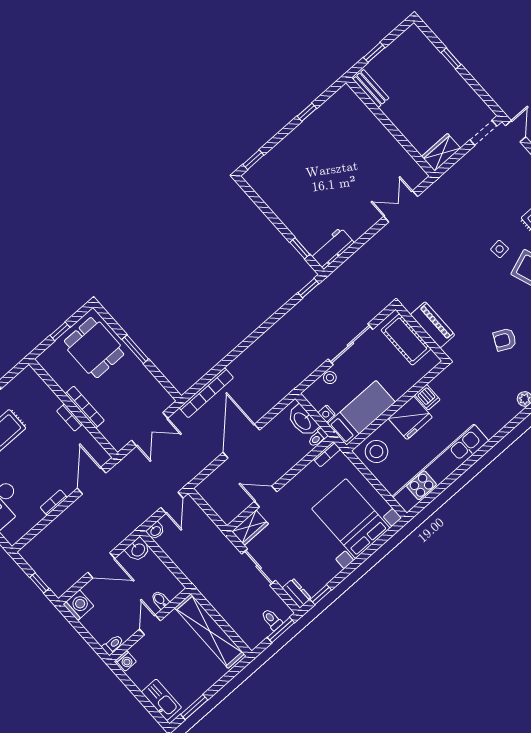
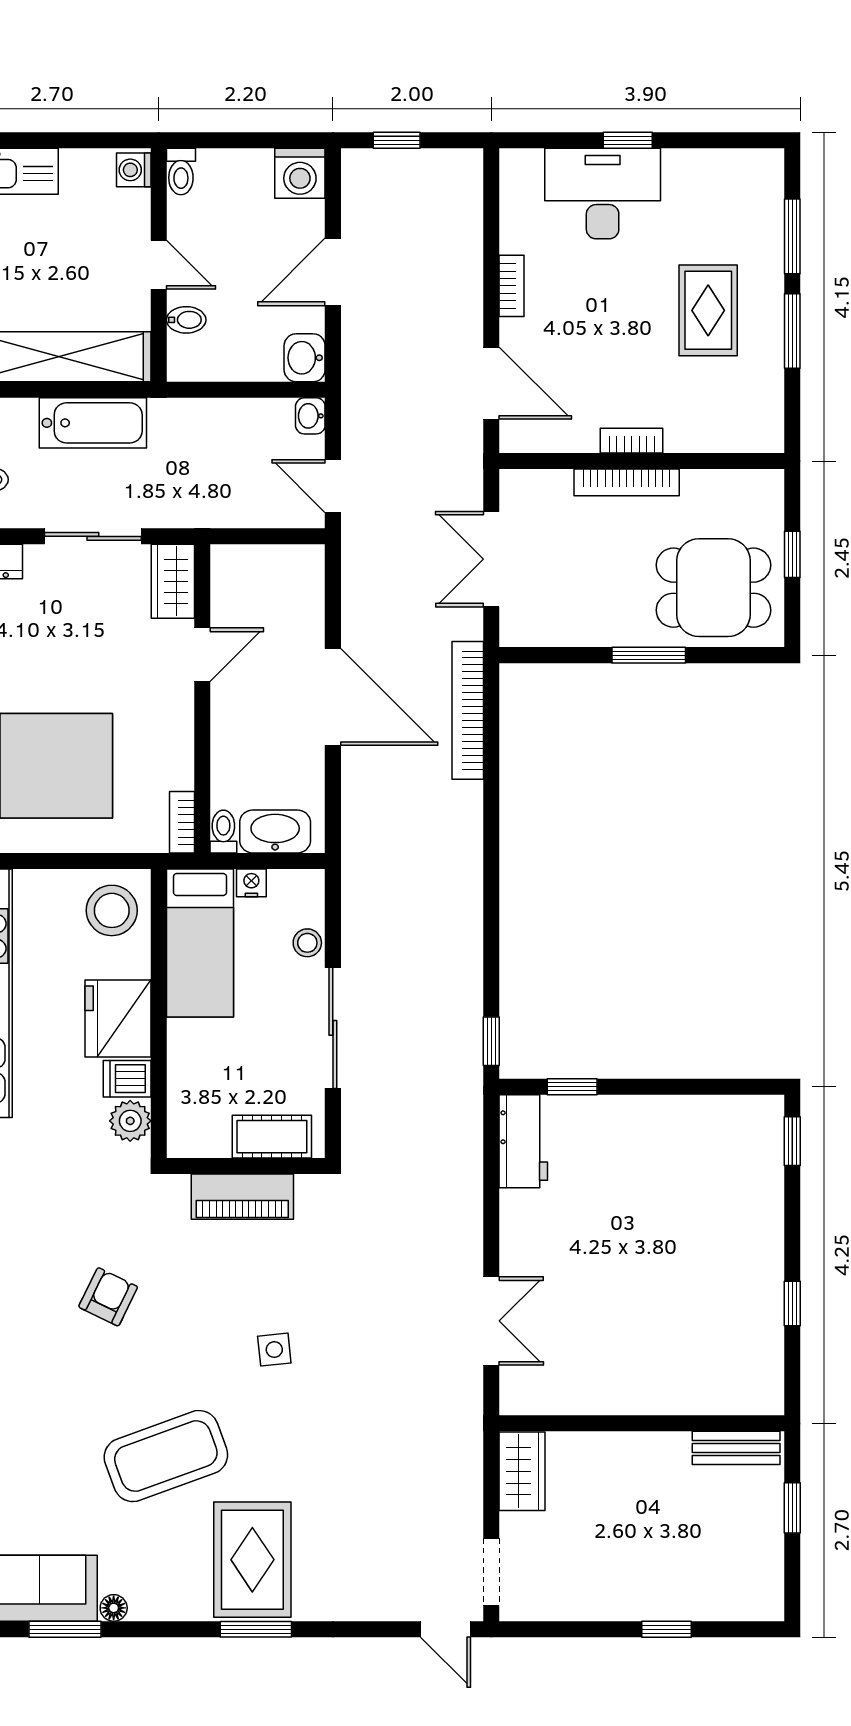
side table: (500, 249) -> (274, 1350), moved
cot: (406, 340) -> (272, 1137), width x0.73, depth x0.75
plant: (440, 384) -> (130, 1121), added
bathtub: (221, 600) -> (93, 423), added

